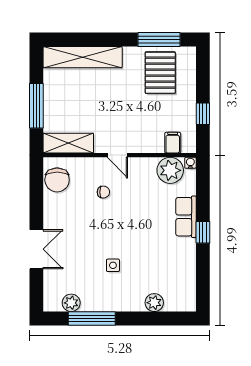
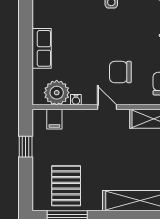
water cooler: (190, 163) -> (76, 100), moved
chair: (103, 192) -> (120, 72), width x1.87, depth x1.87
window: (203, 232) -> (26, 34), removed

